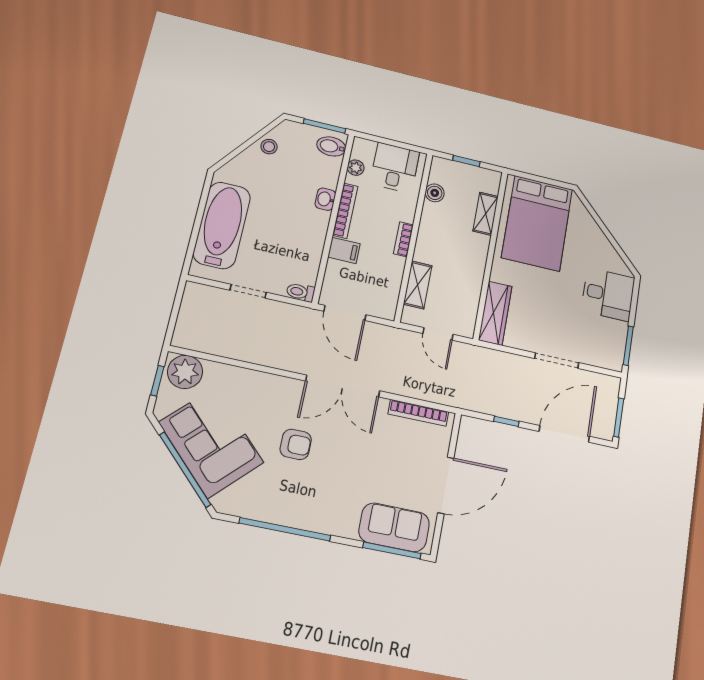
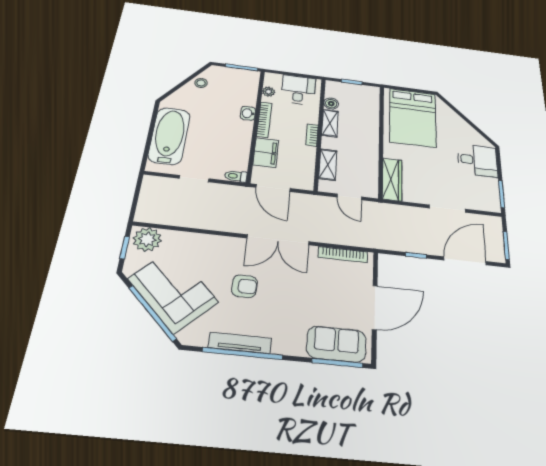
bidet: (331, 146) -> (248, 80), removed
shelving: (486, 214) -> (330, 123), moved
filing cabinet: (344, 250) -> (266, 153), width x2.00
tv unit: (283, 516) -> (240, 343), added

